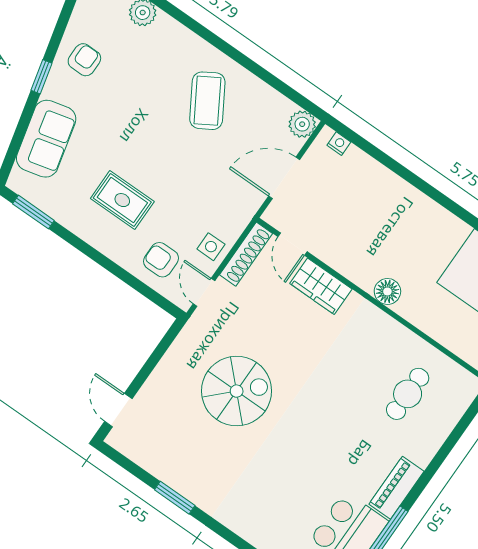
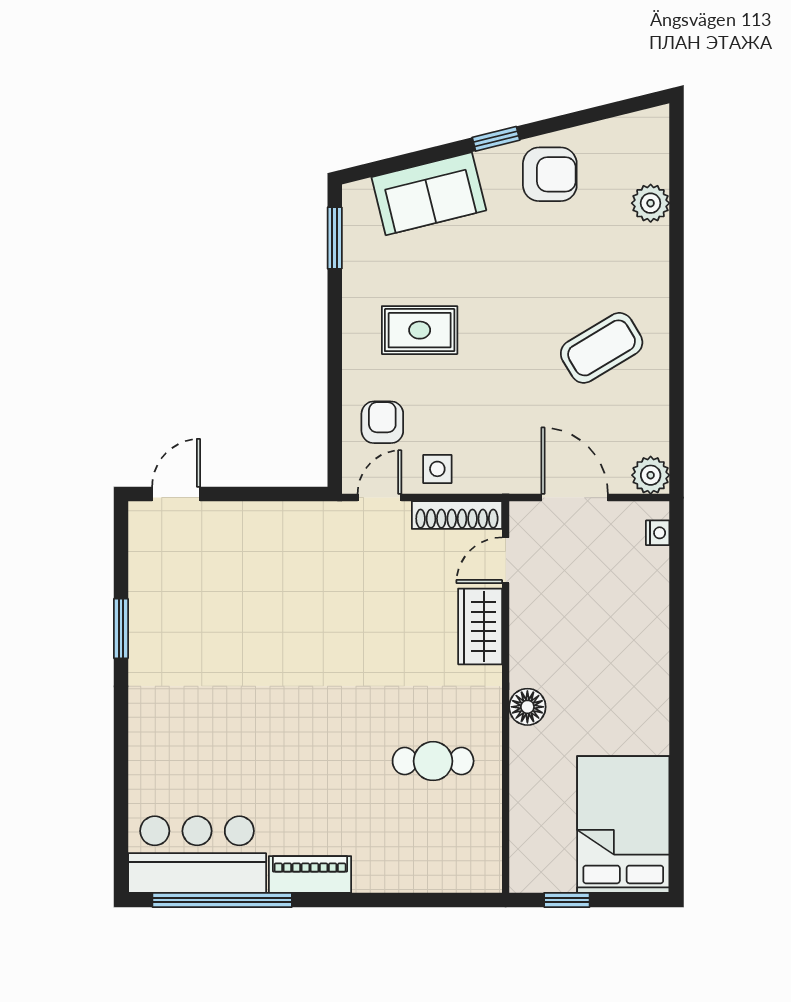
armchair: (84, 60) -> (550, 174), width x1.38, depth x1.38
rug: (122, 200) -> (420, 330), turned 90
spiral stairs: (237, 391) -> (293, 614), removed
cafe table: (408, 394) -> (433, 761), moved

